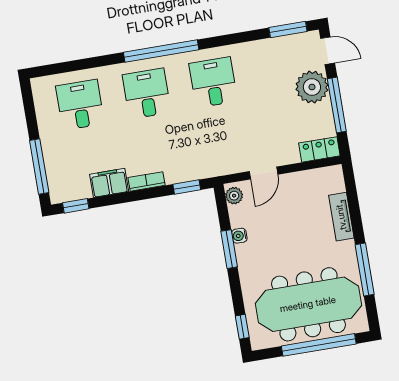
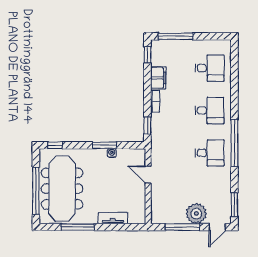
window: (161, 51) -> (234, 143), moved
locker: (319, 149) -> (157, 212), removed
plant: (234, 196) -> (137, 154), removed

